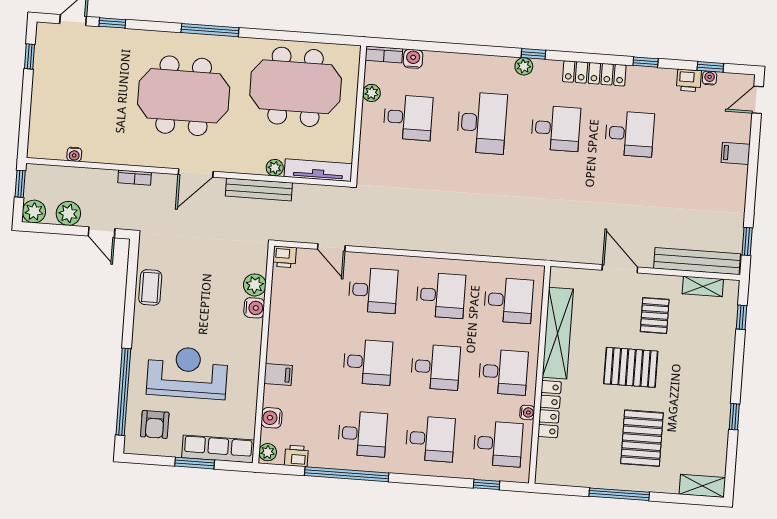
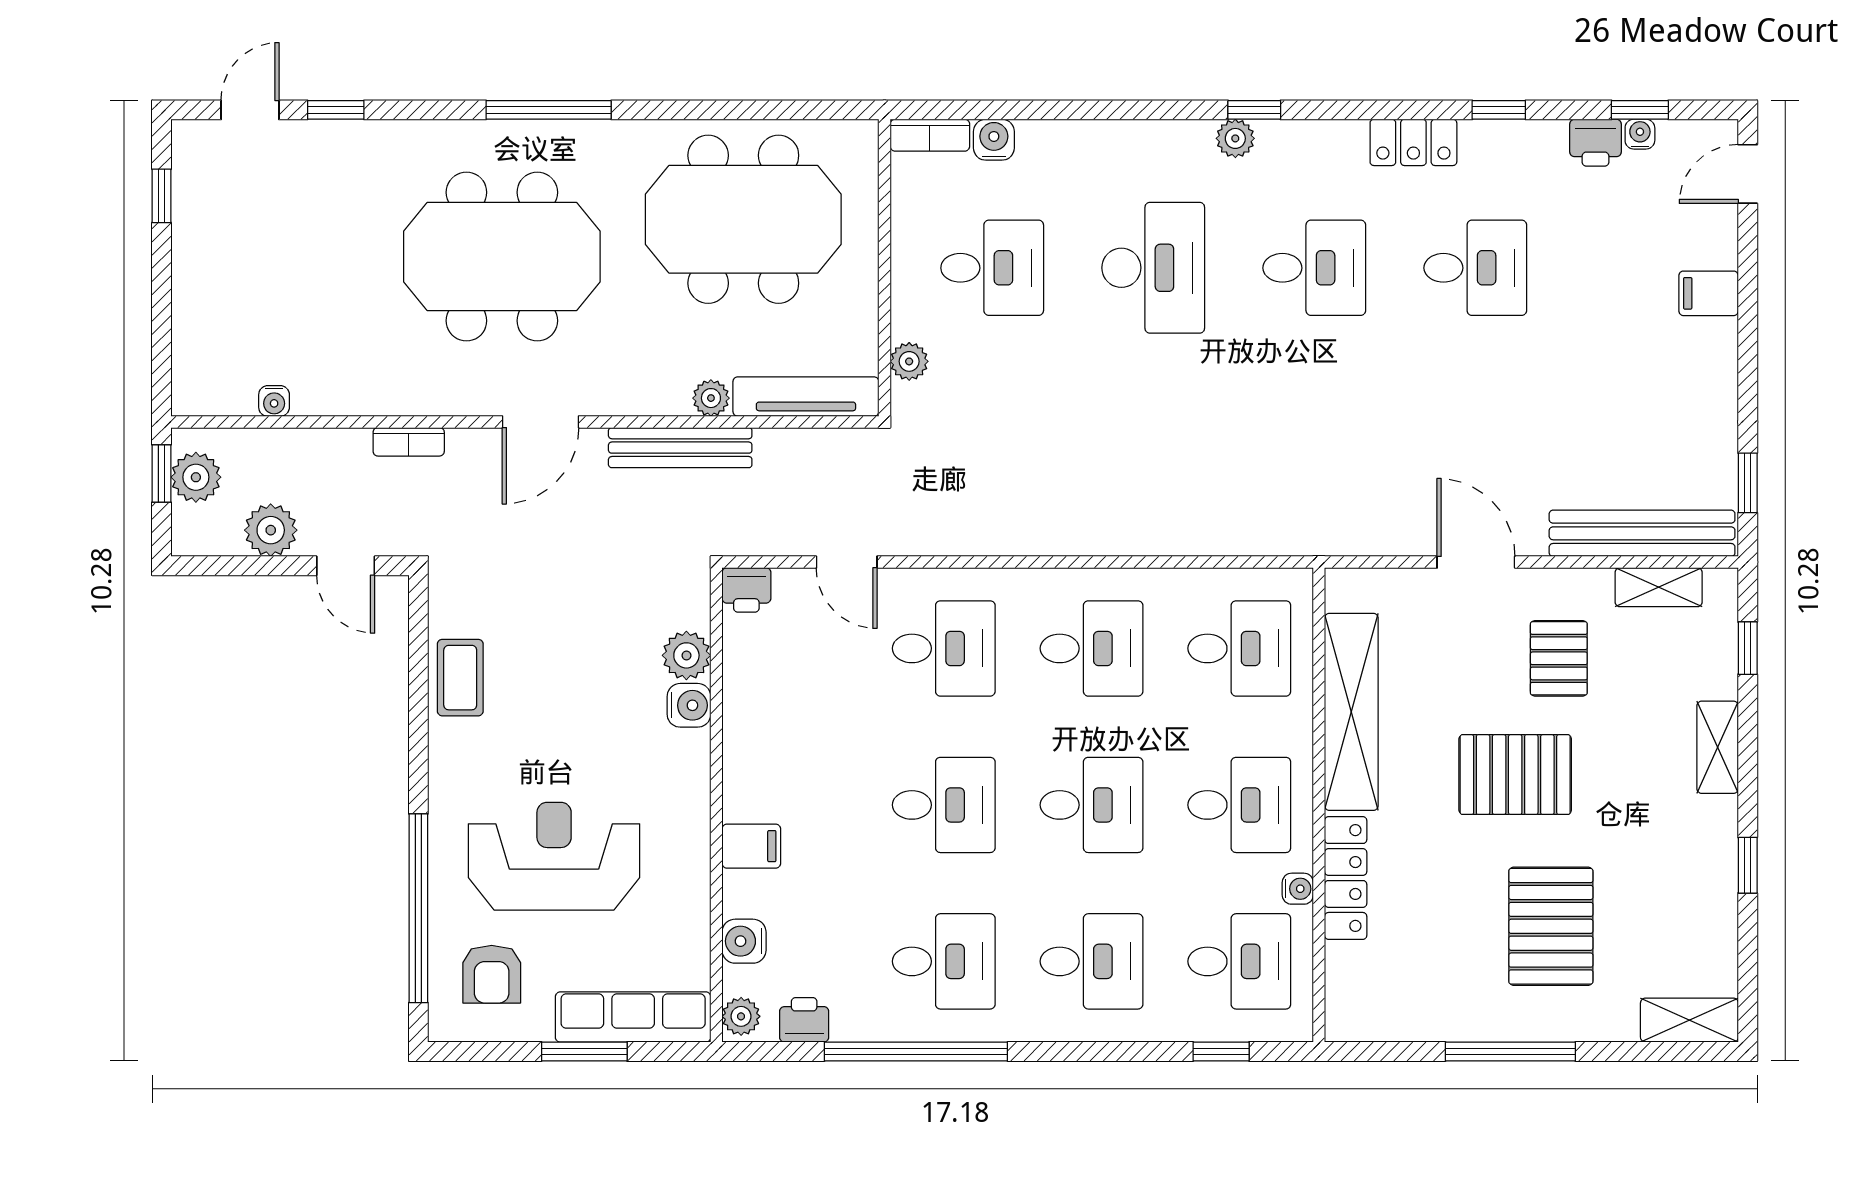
locker: (594, 73) -> (1413, 142), width x0.66
plant: (372, 93) -> (909, 361), moved
plant: (34, 211) -> (196, 477), moved
shelving: (724, 362) -> (1718, 747), added

